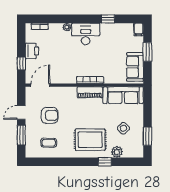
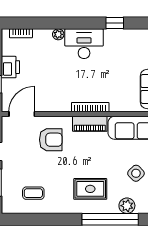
armchair: (50, 115) -> (51, 140), moved
rug: (90, 140) -> (90, 189), width x0.73, depth x0.70
window: (105, 162) -> (110, 219), width x3.17

